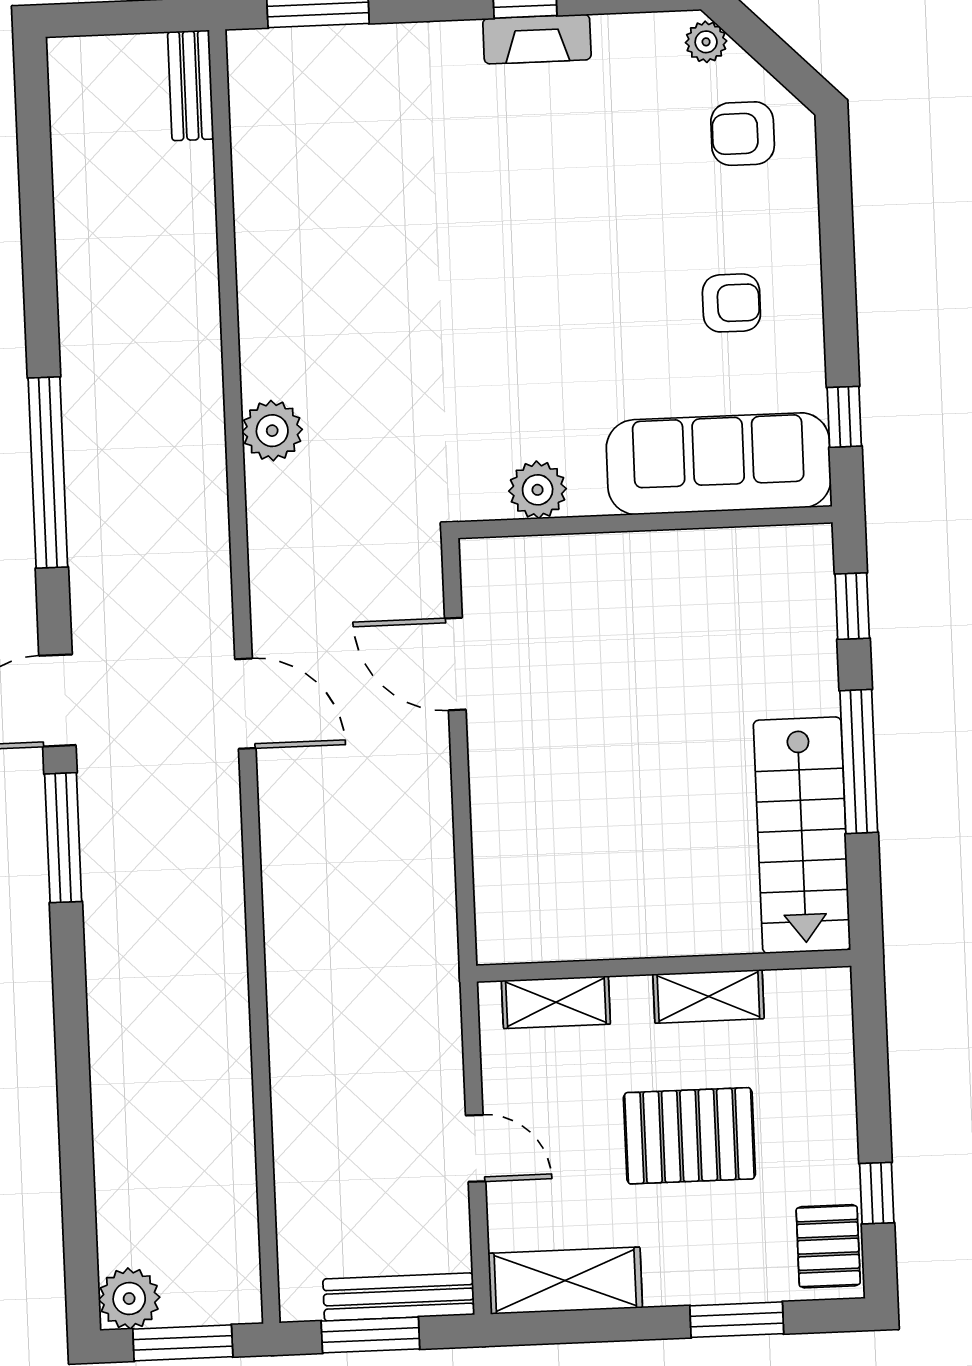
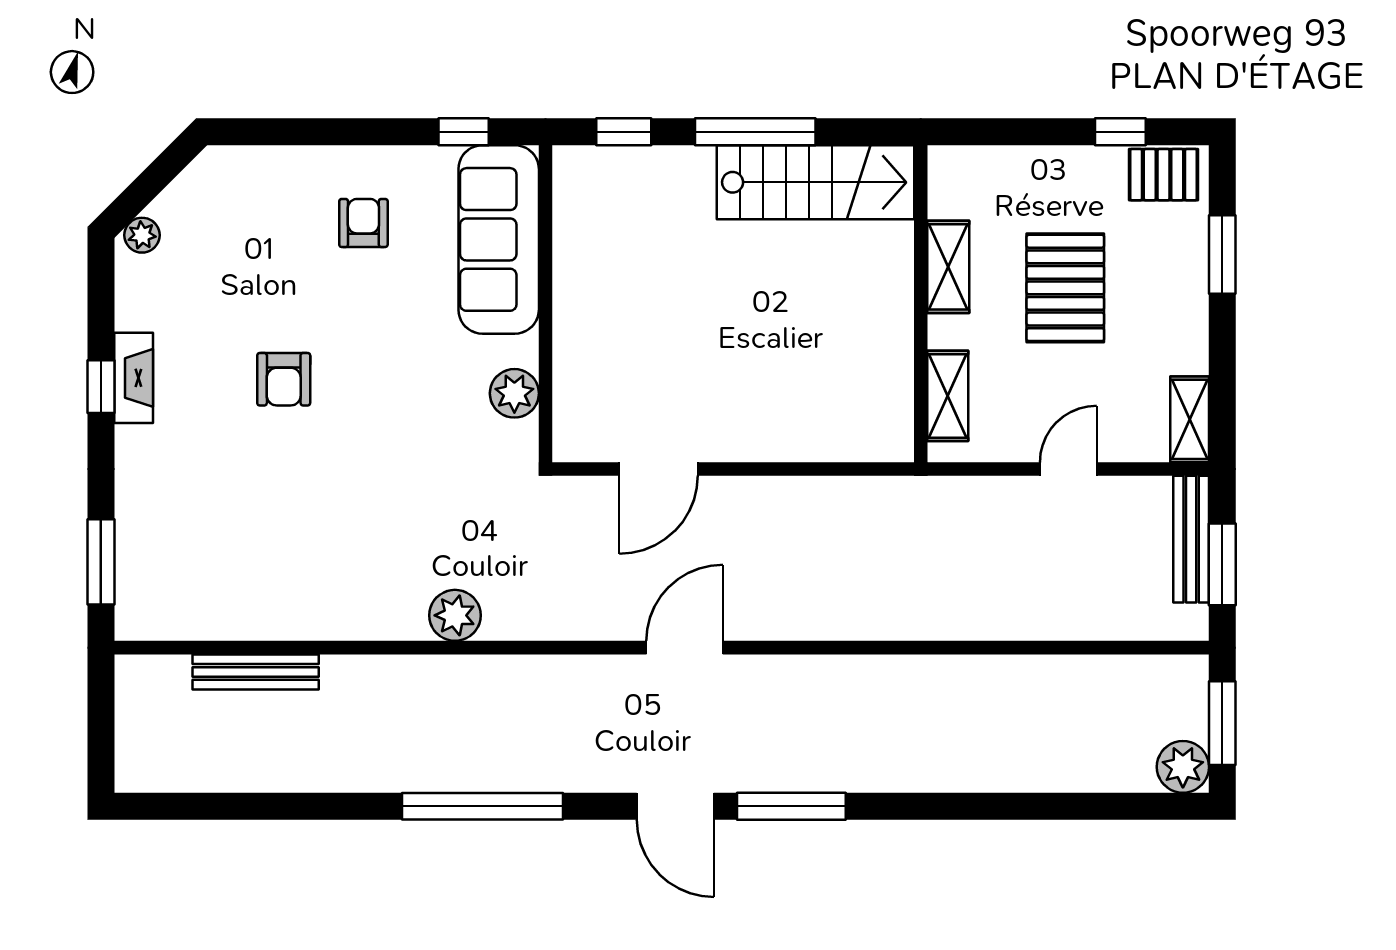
bench: (191, 85) -> (256, 672), moved, width x1.36
armchair: (743, 134) -> (284, 379), moved
shelving: (565, 1281) -> (1190, 419), width x0.67, depth x0.75

